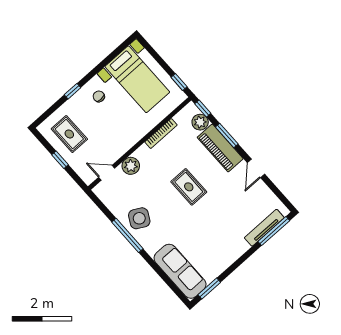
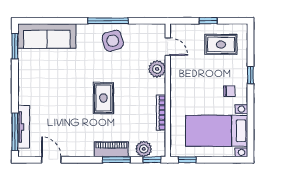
piano: (220, 148) -> (111, 149), width x0.73, depth x0.75
door: (256, 168) -> (51, 160), moved
door: (107, 173) -> (168, 47), hinge flipped
rug: (189, 187) -> (103, 98), turned 90
side table: (139, 218) -> (113, 41), turned 45

